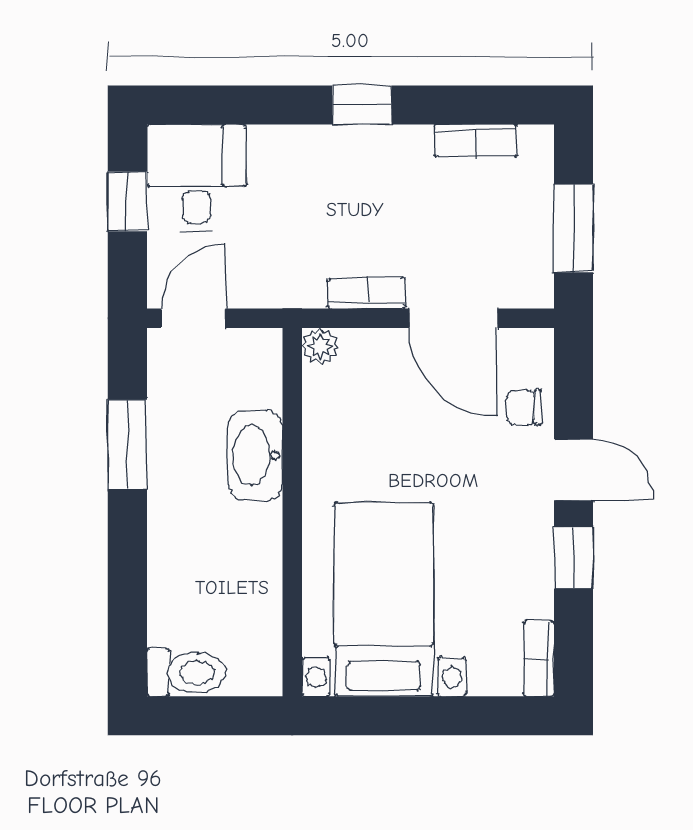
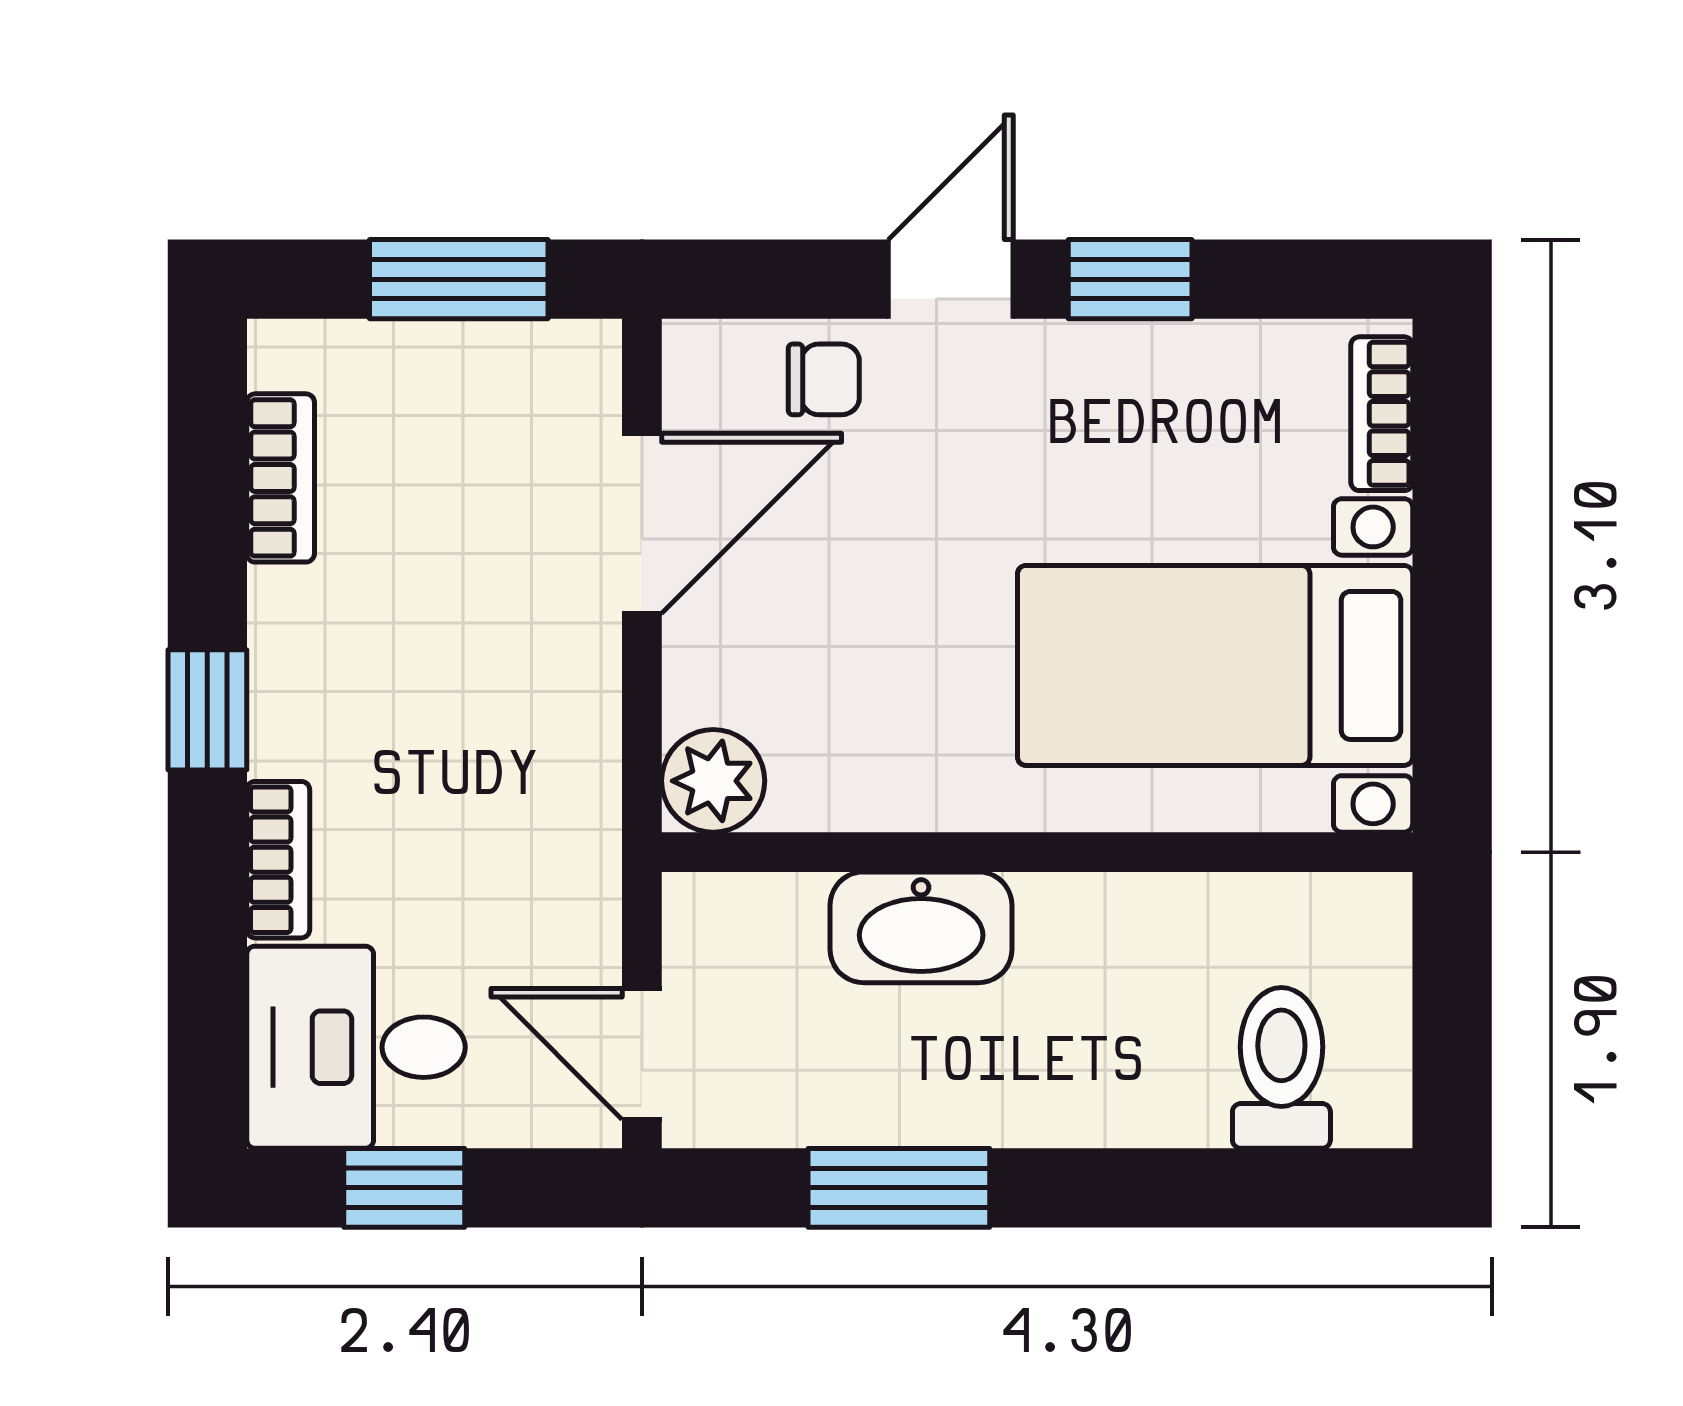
bookcase: (367, 293) -> (278, 860), moved, turned 180
plant: (320, 346) -> (713, 781), width x1.38, depth x1.38
chair: (524, 407) -> (824, 379), turned -89
bookcase: (539, 659) -> (1382, 414), moved, turned 90
toilet: (186, 672) -> (1281, 1068), moved

